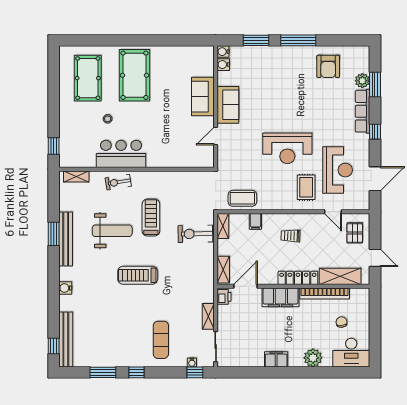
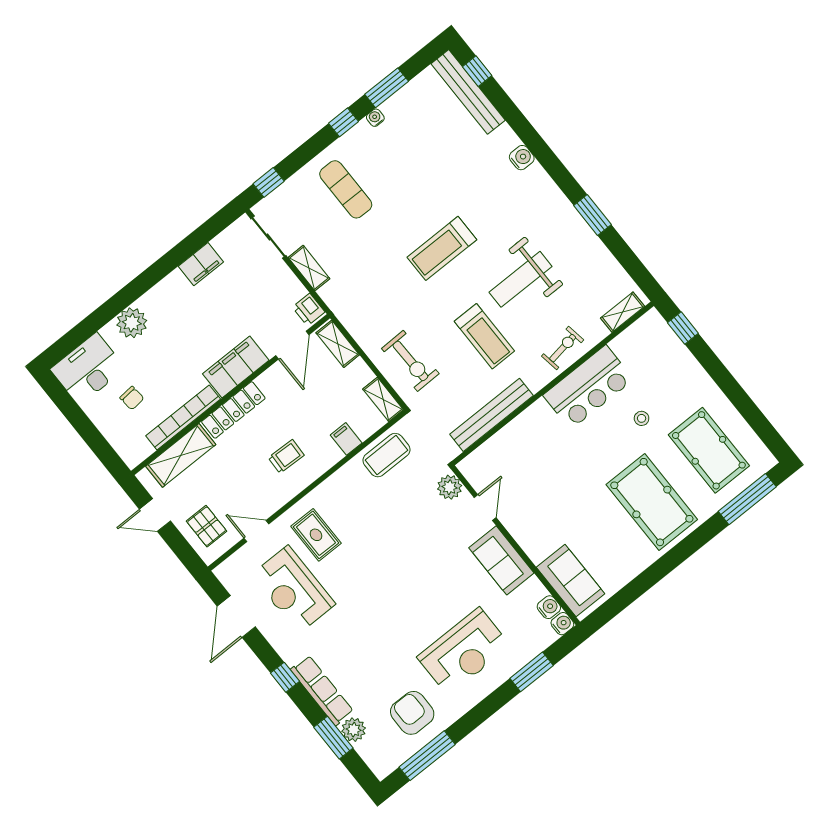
window: (88, 40) -> (747, 499), added
window: (298, 40) -> (427, 756), moved
sofa: (203, 97) -> (571, 580), moved
reception desk: (287, 148) -> (464, 651), moved, turned 180
plant: (225, 159) -> (450, 487), added
exercise bike: (195, 234) -> (410, 361), turned 90
bench: (66, 239) -> (491, 415), moved, turned 90
treadmill: (138, 275) -> (442, 248), turned 180
filing cabinet: (276, 359) -> (201, 264), moved
water cooler: (192, 363) -> (375, 118), moved

